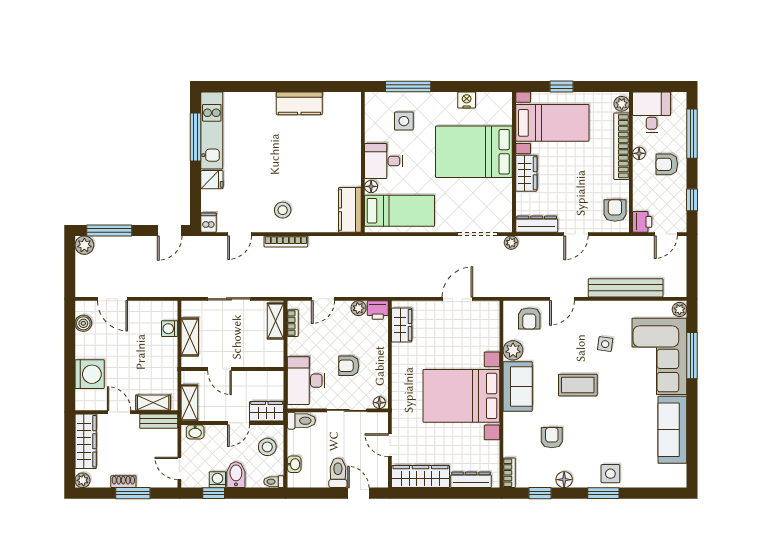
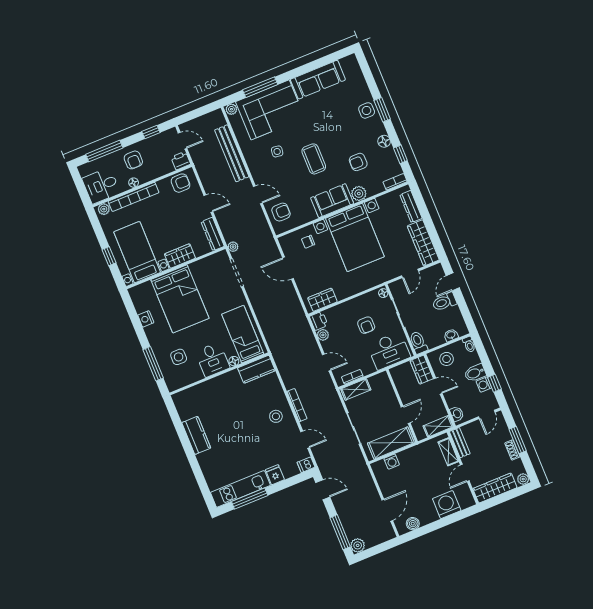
armchair: (615, 210) -> (180, 183), turned 180
shelving: (190, 337) -> (391, 443), width x1.50, depth x1.33
chair: (480, 337) -> (308, 242), added
plant: (513, 350) -> (359, 194), moved

